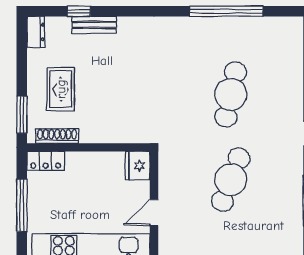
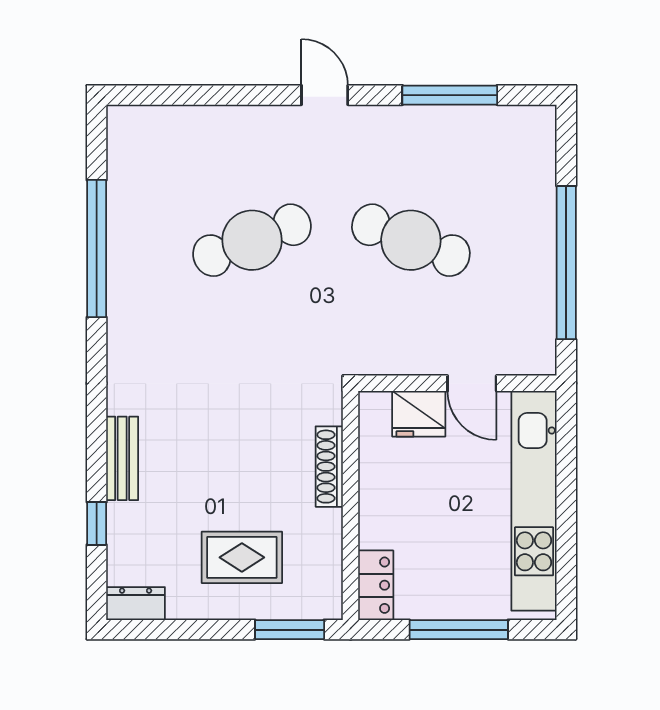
bench: (94, 25) -> (122, 458), moved
cafe table: (231, 95) -> (252, 240), turned -33
shoe rack: (57, 136) -> (329, 467), moved
fridge: (138, 166) -> (419, 414), moved

